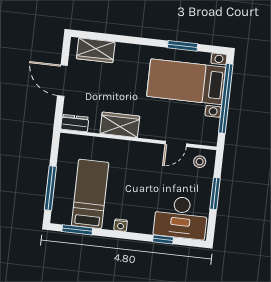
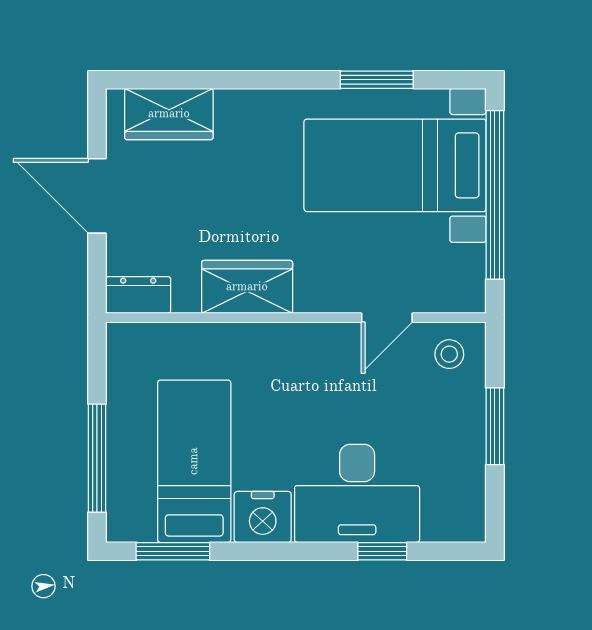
desk: (181, 217) -> (357, 493), moved
nightstand: (121, 225) -> (263, 517), width x1.89, depth x1.79

